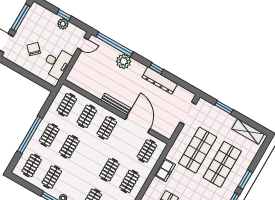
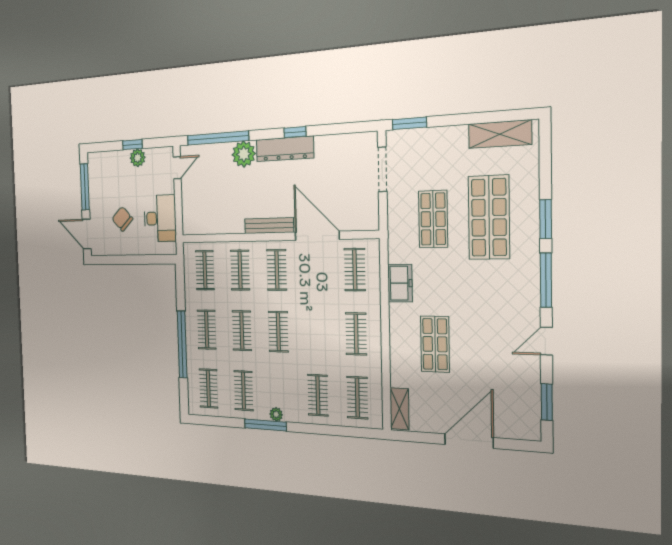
dresser: (160, 81) -> (285, 149), moved
window: (224, 107) -> (410, 123), moved
shop shelf: (198, 150) -> (433, 219), width x0.70, depth x0.74
clothes rail: (109, 170) -> (278, 332), moved

